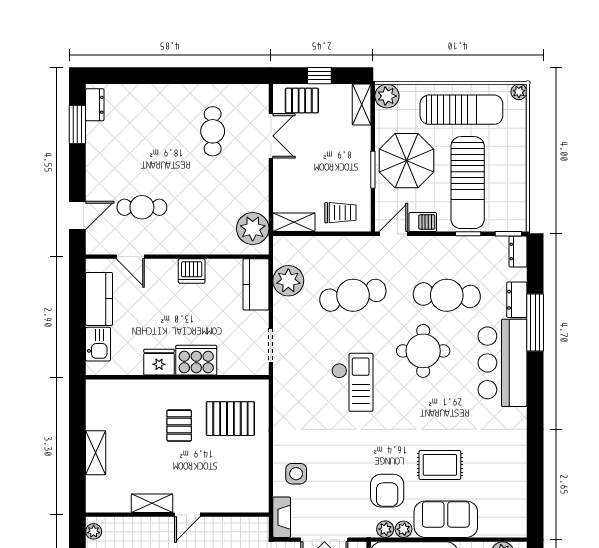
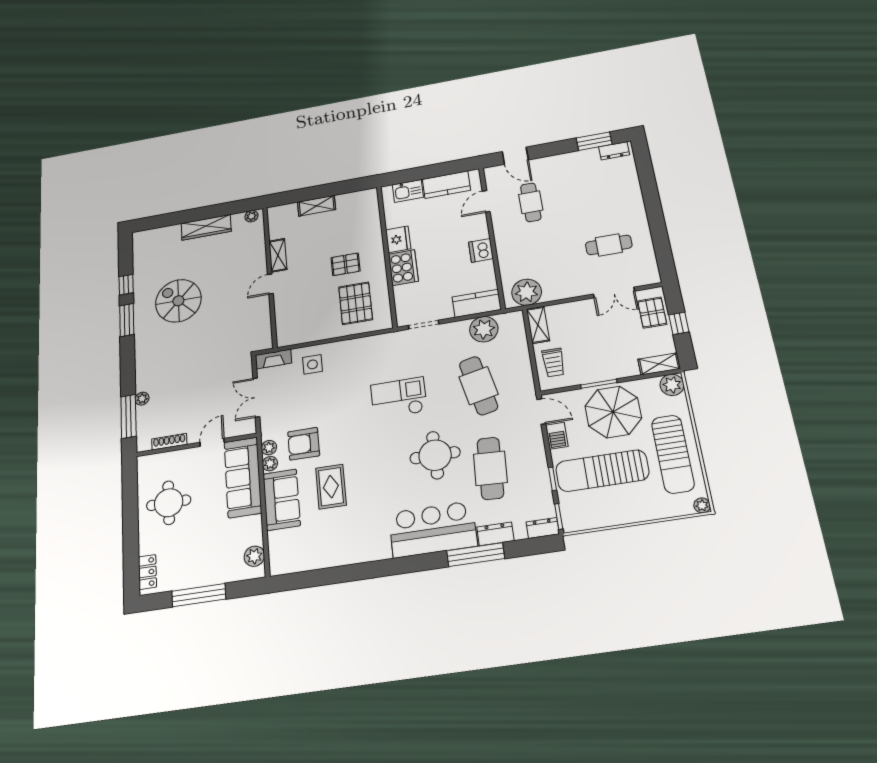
checkout: (352, 382) -> (399, 398), turned 180
door: (187, 515) -> (270, 284), hinge flipped

